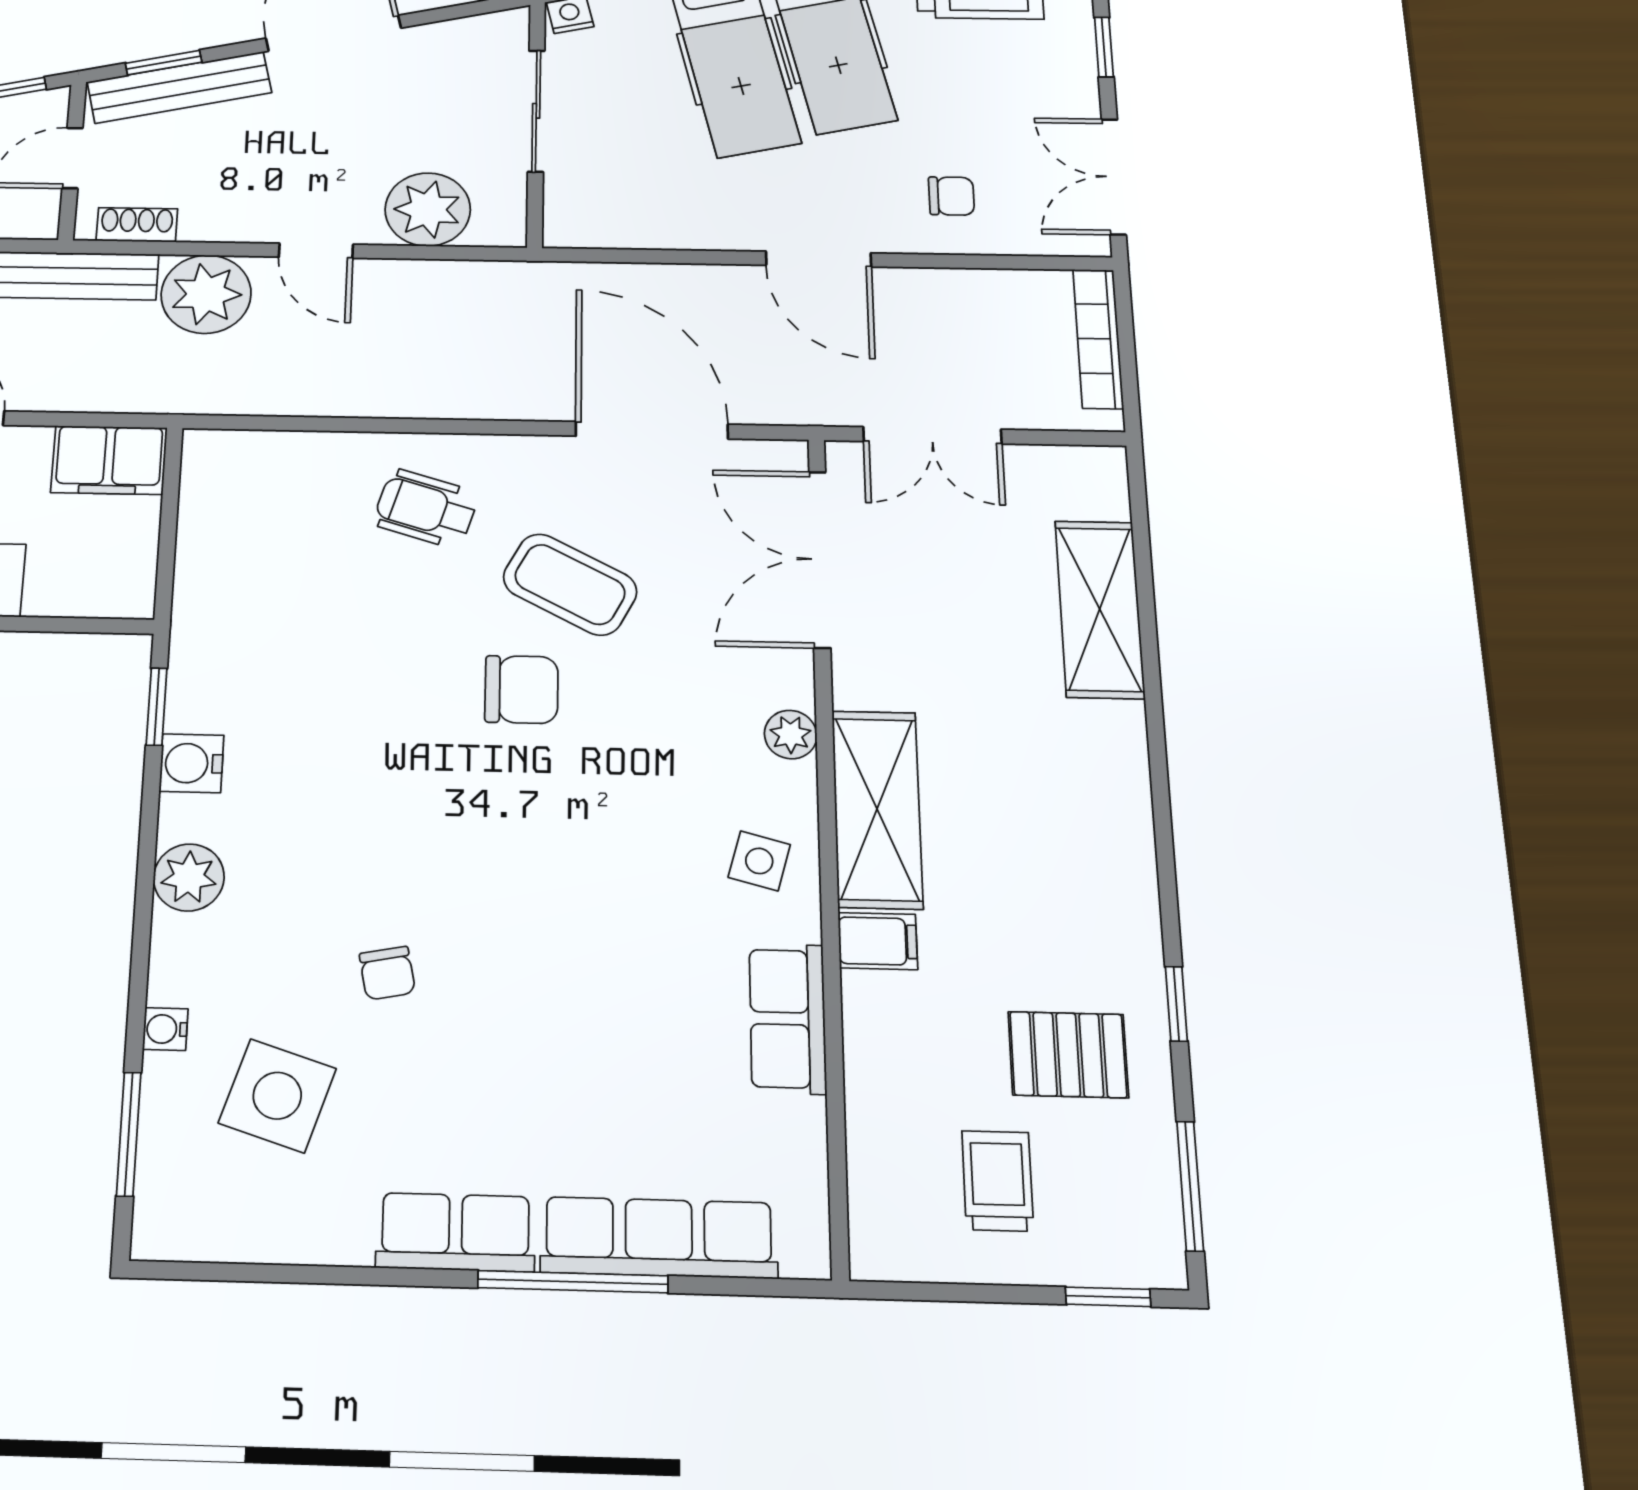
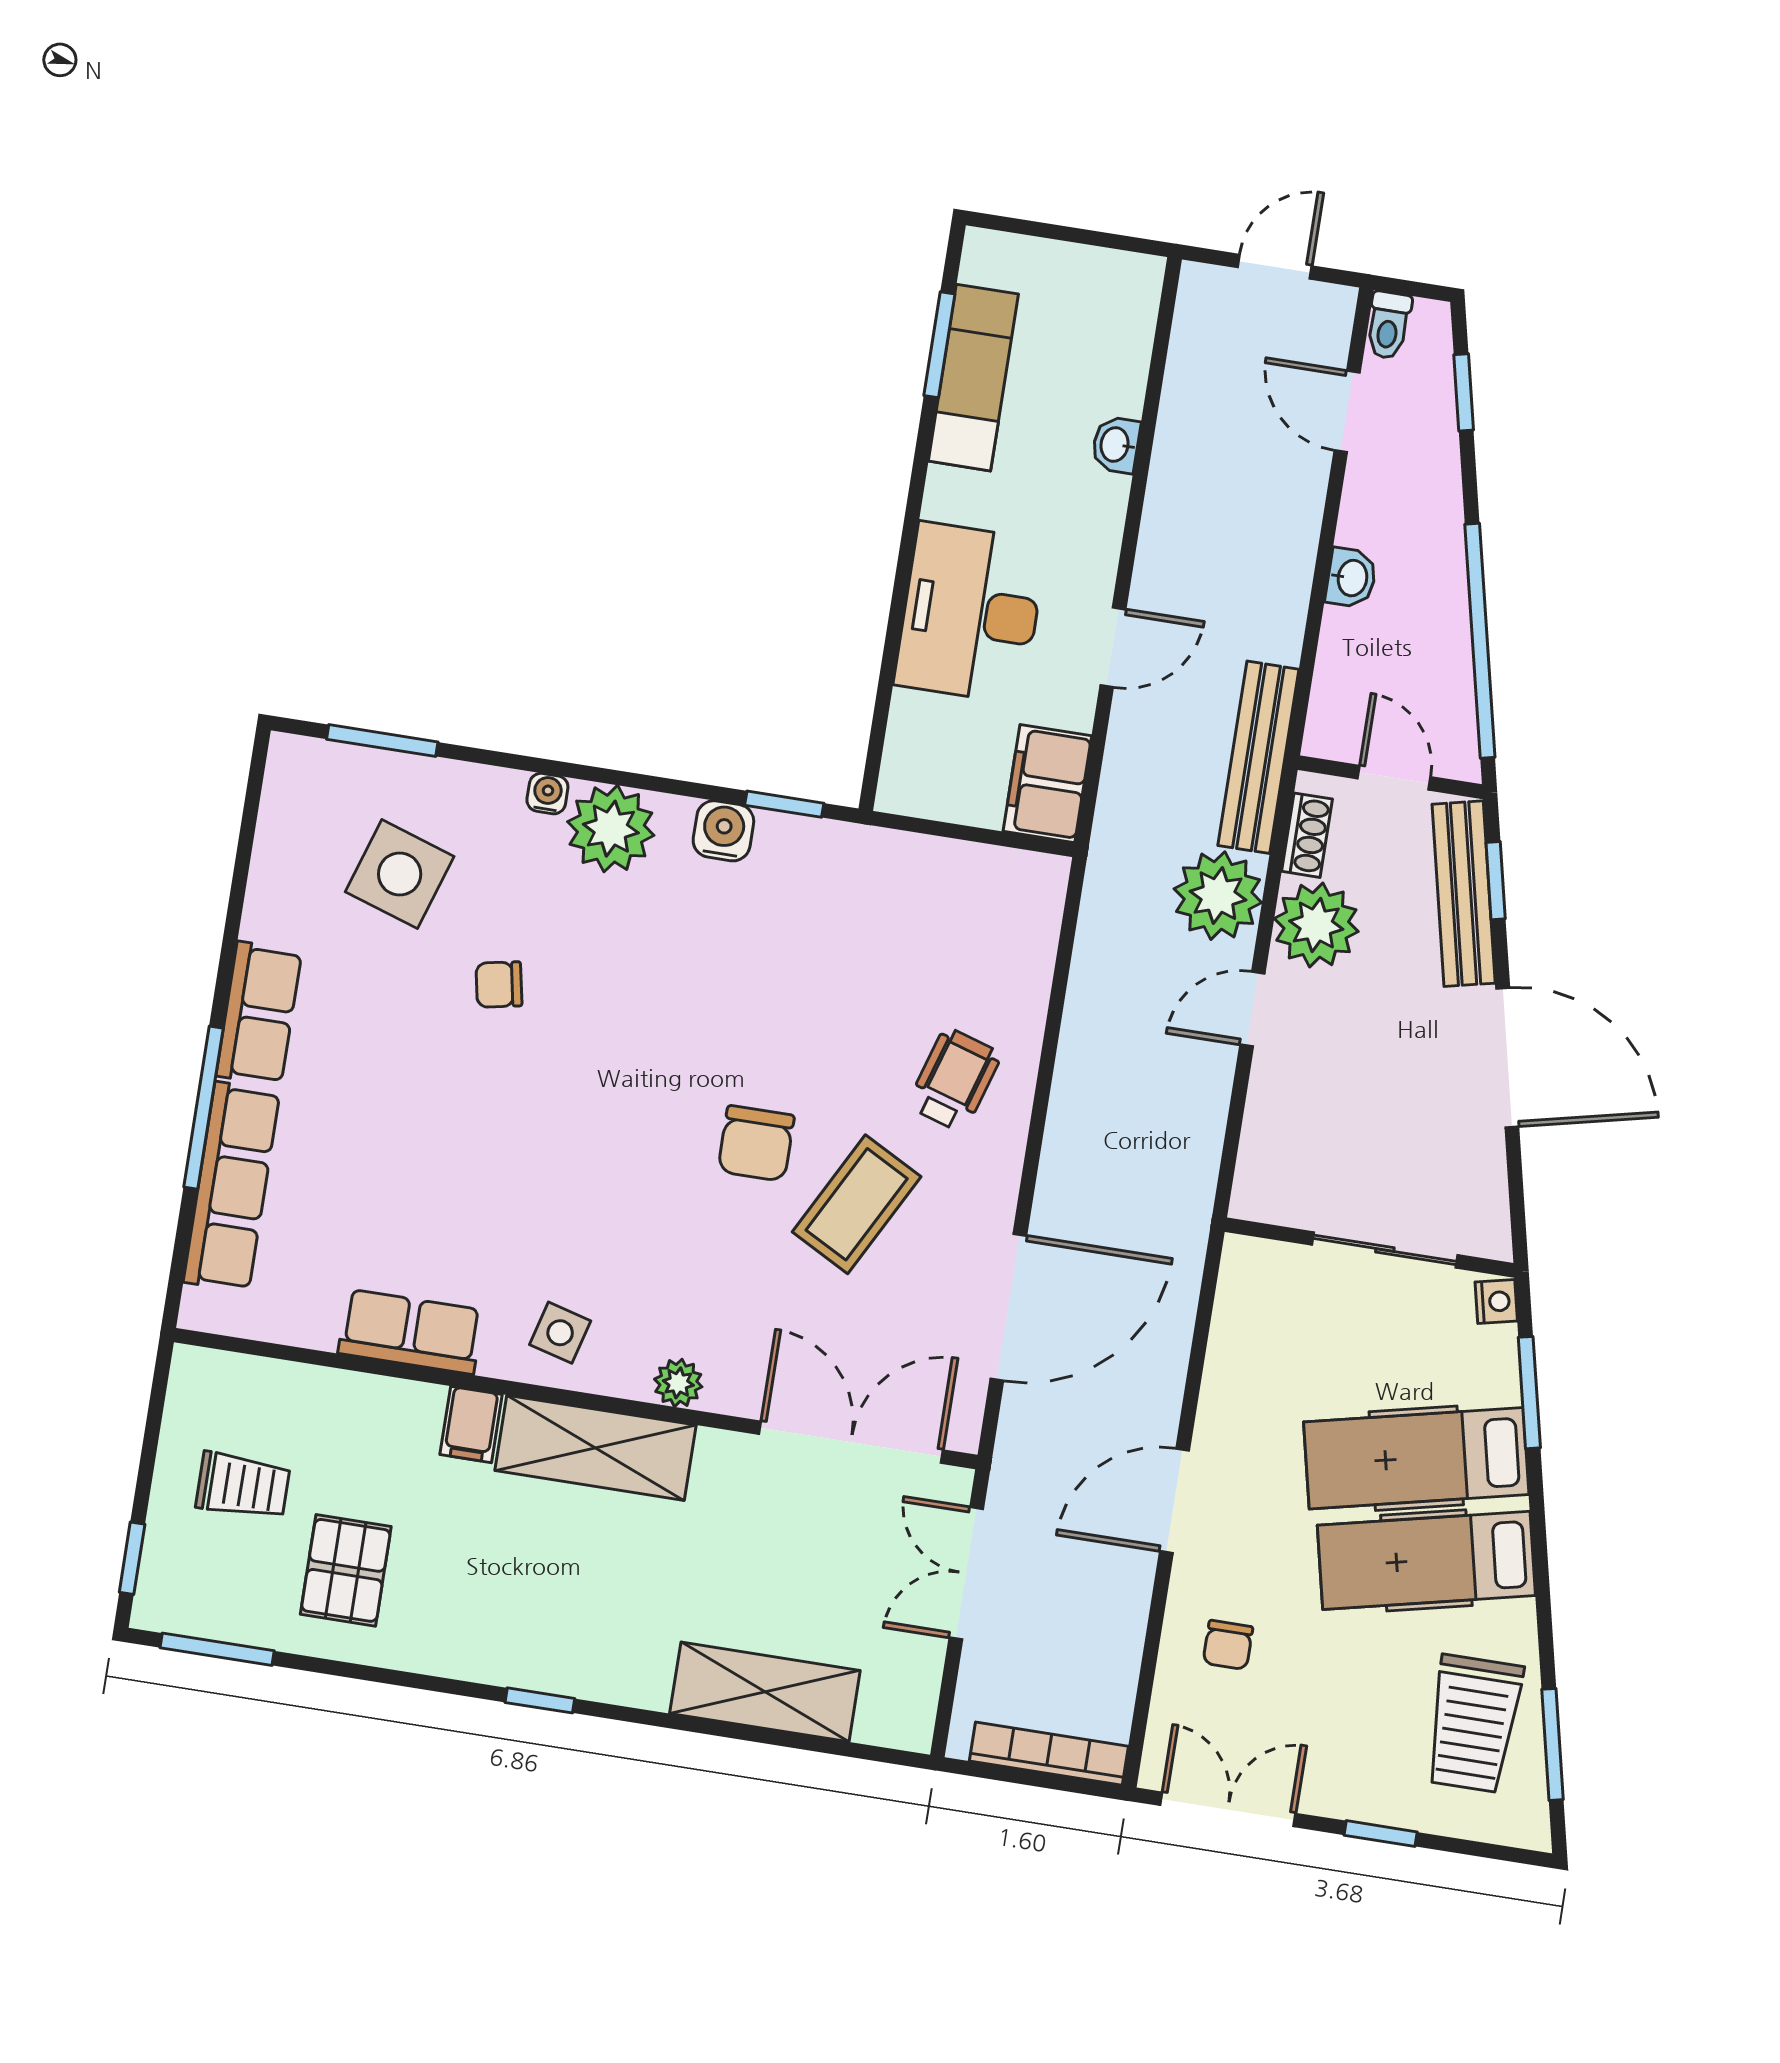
plant: (428, 209) -> (1316, 925), moved
plant: (189, 877) -> (611, 829), width x1.36, depth x1.36
window: (1176, 1004) -> (540, 1700), moved
water cooler: (165, 1029) -> (547, 794), moved

